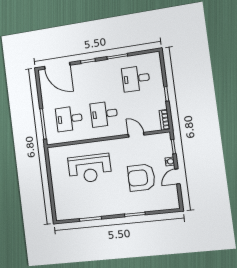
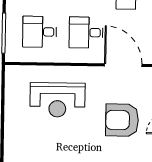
door: (136, 135) -> (123, 65), width x1.88

